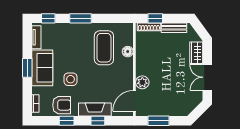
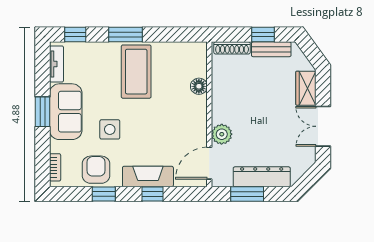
window: (155, 18) -> (263, 35), moved
coffee table: (104, 48) -> (136, 72), moved
armchair: (62, 105) -> (96, 170), turned -90
dresser: (168, 110) -> (262, 177), added

